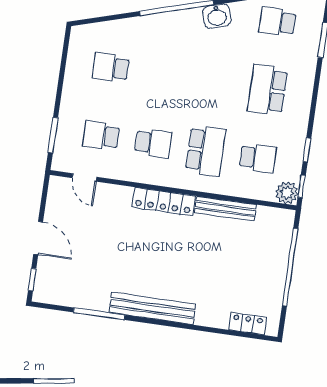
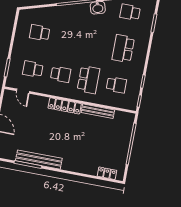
plant: (287, 193) -> (131, 104), removed
bench: (152, 308) -> (39, 160), moved

